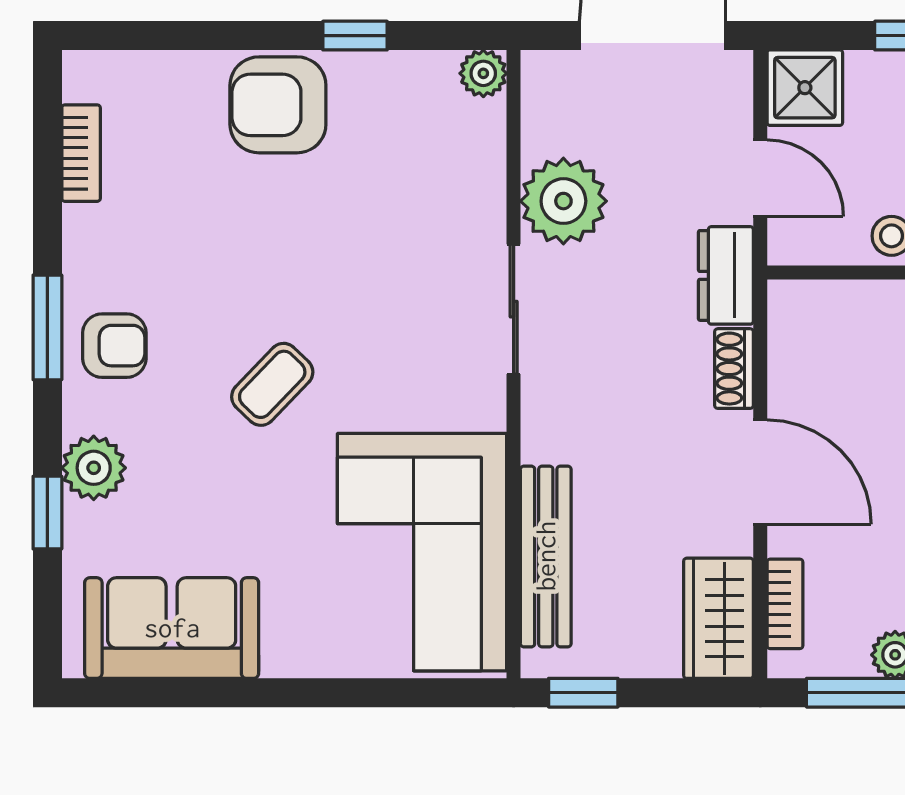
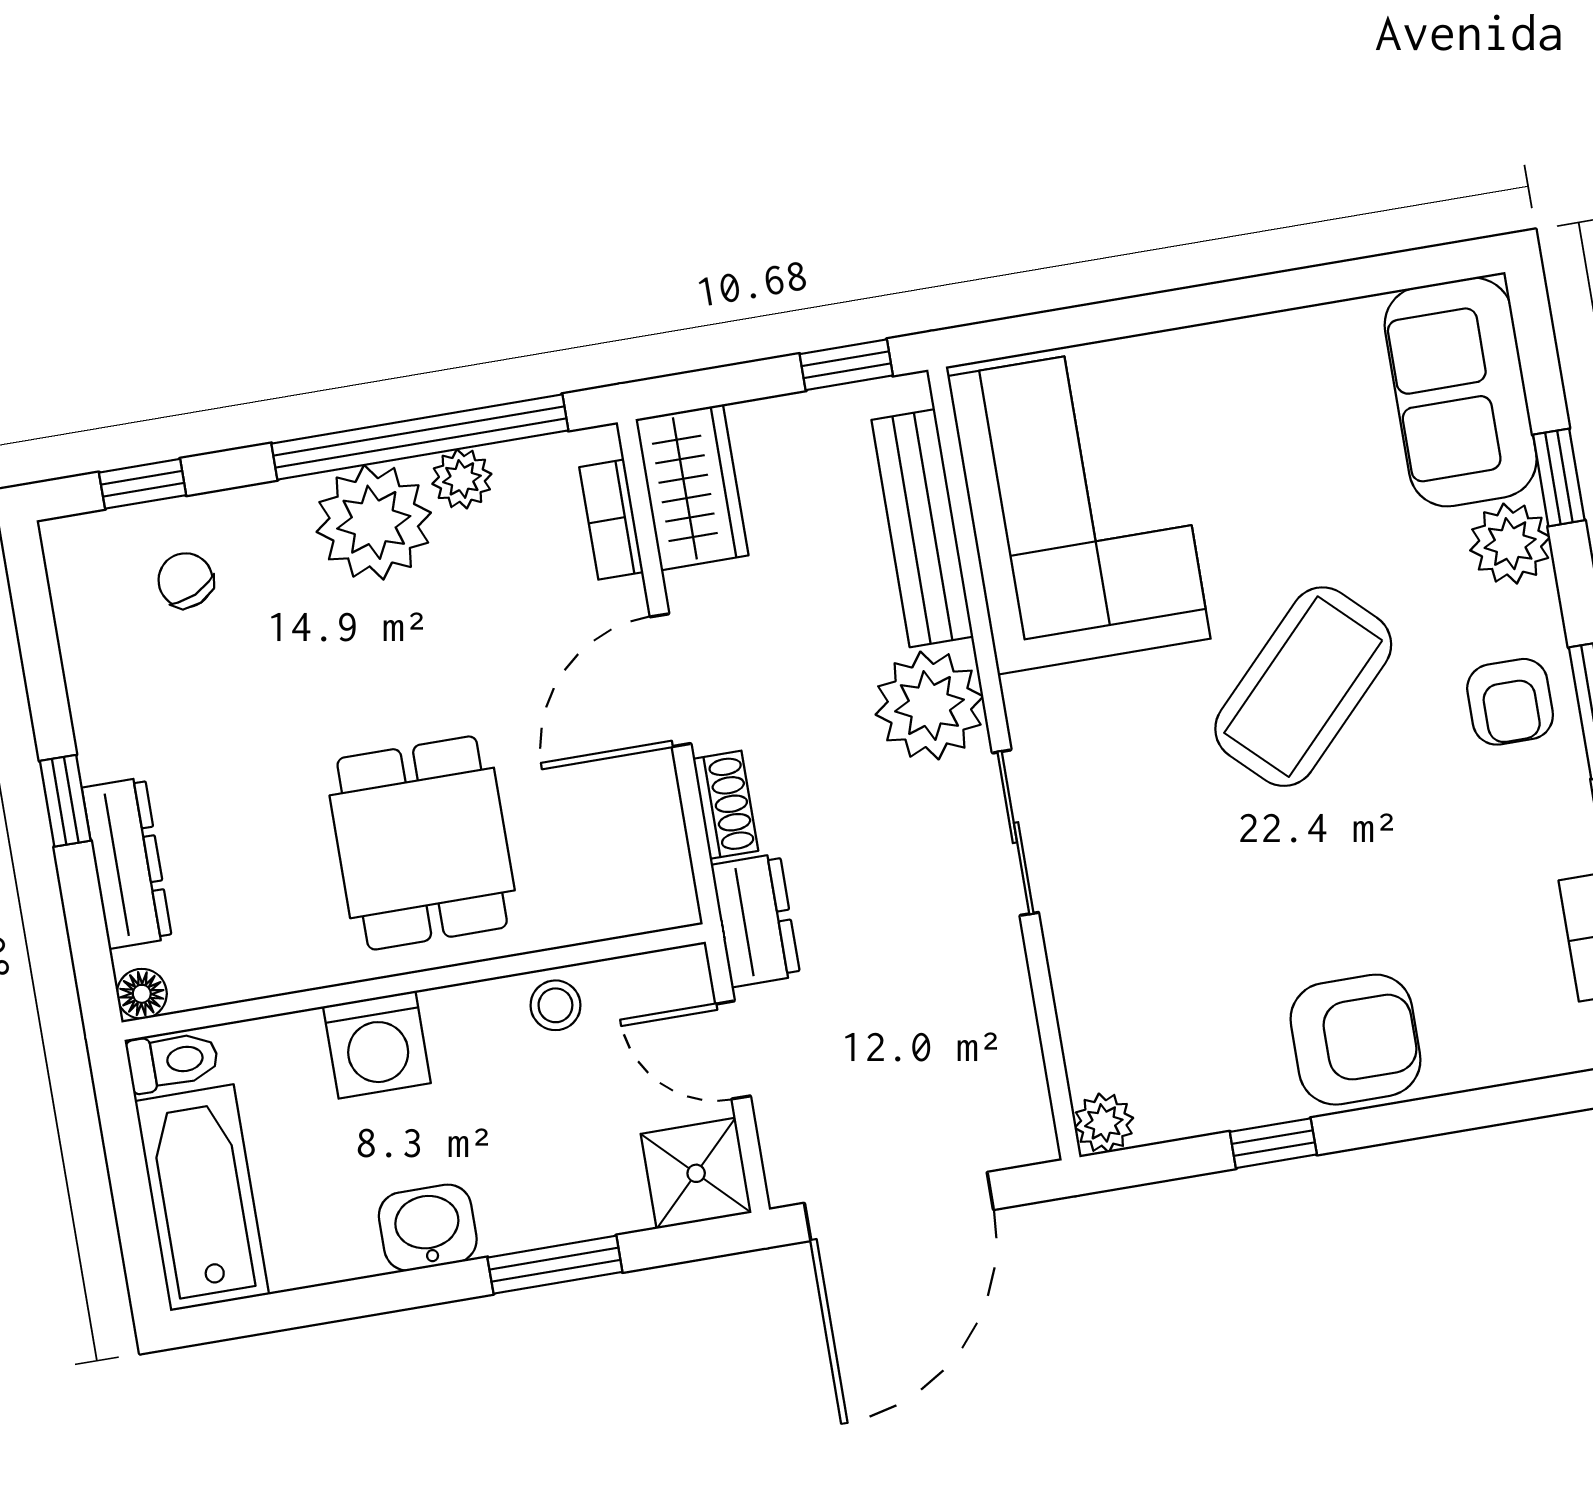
plant: (563, 201) -> (929, 705), moved
armchair: (114, 346) -> (1510, 702), turned -90
coffee table: (272, 384) -> (1303, 687), width x1.86, depth x1.72
door: (760, 472) -> (671, 680), hinge flipped
sofa: (172, 628) -> (1461, 392), moved, turned 90

